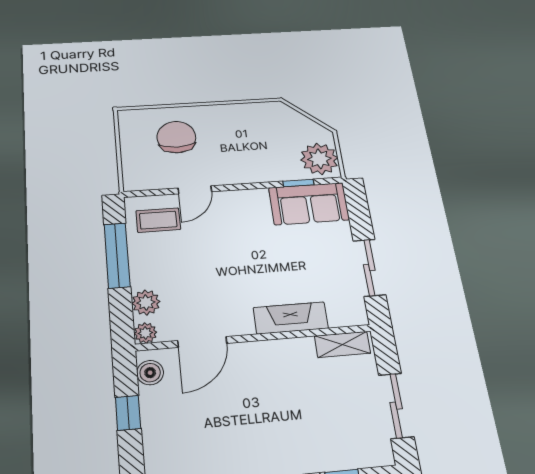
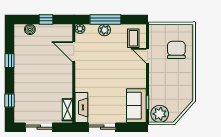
chair: (176, 137) -> (176, 50), turned -90
window: (117, 255) -> (105, 19), moved
plant: (146, 303) -> (104, 30), moved
fireplace: (291, 318) -> (81, 107), moved
boiler: (150, 373) -> (30, 29), moved

